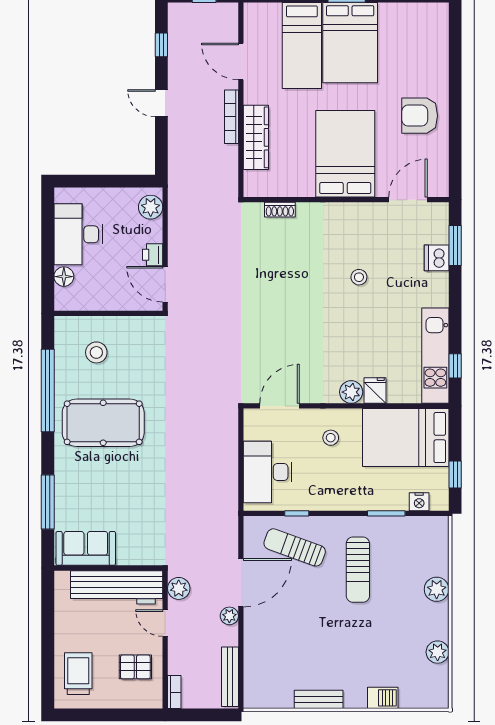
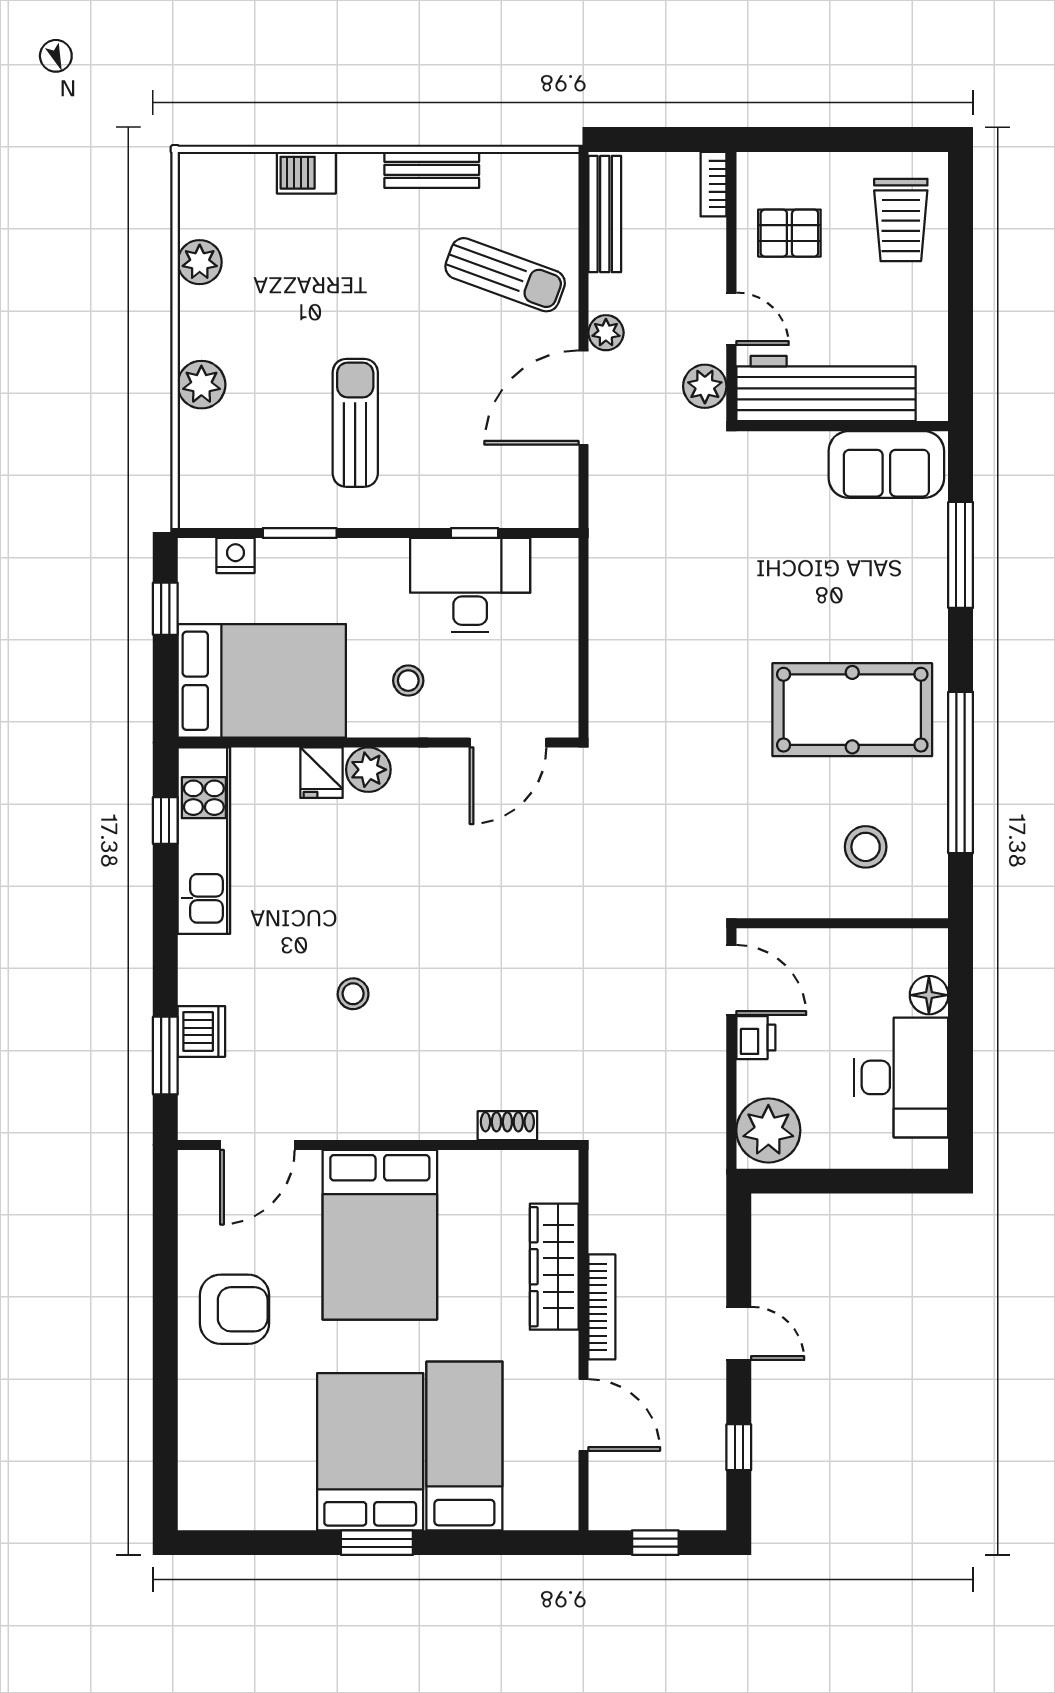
plant: (151, 207) -> (768, 1130), width x1.36, depth x1.36
desk: (268, 472) -> (470, 585), moved, turned -90
sun lounger: (295, 547) -> (505, 275), moved

